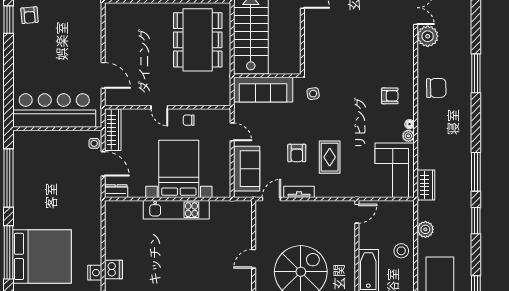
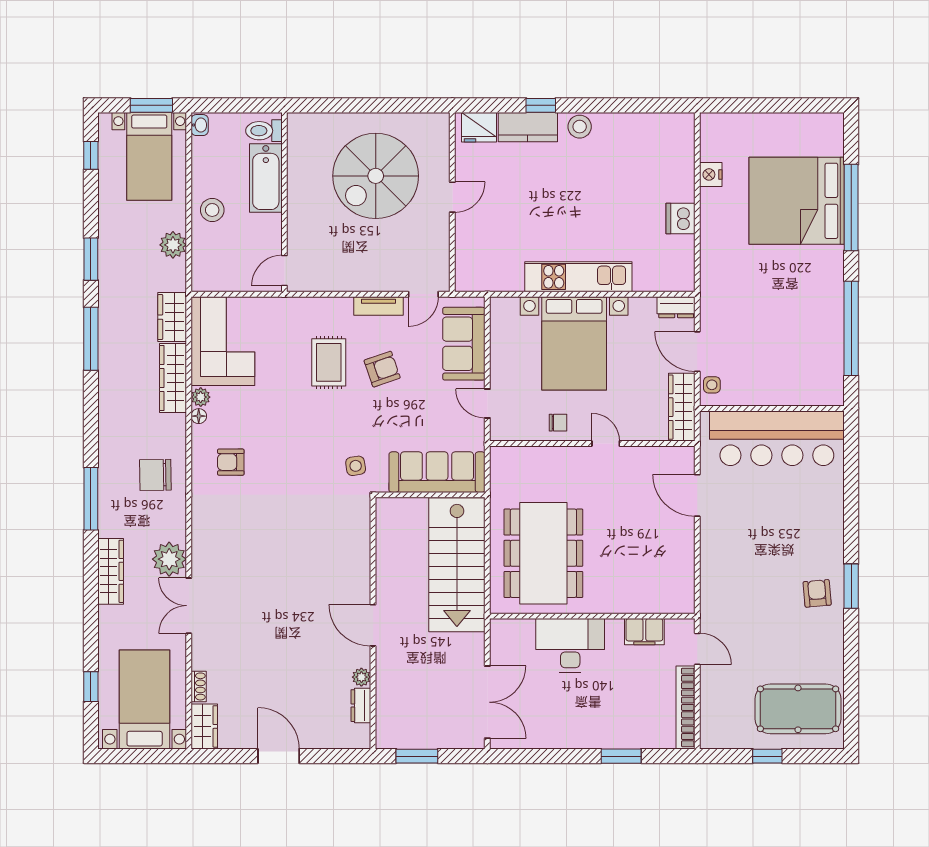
wardrobe: (464, 29) -> (111, 571), added
wardrobe: (425, 148) -> (173, 378), added
armchair: (297, 153) -> (382, 369), turned 71
dishwasher: (113, 270) -> (680, 218), moved

